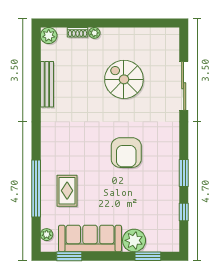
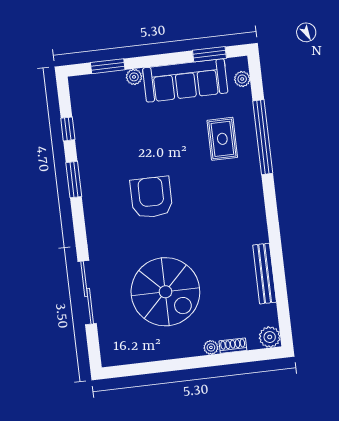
spiral stairs: (124, 79) -> (165, 292), width x1.37, depth x1.37
plant: (134, 240) -> (134, 77), width x0.53, depth x0.53

